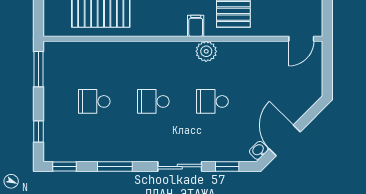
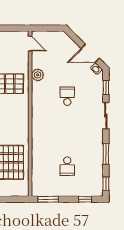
filing cabinet: (196, 26) -> (22, 106), removed
plant: (206, 51) -> (38, 75), moved
school desk: (153, 101) -> (67, 131), removed
school desk: (212, 101) -> (67, 96), turned 180

